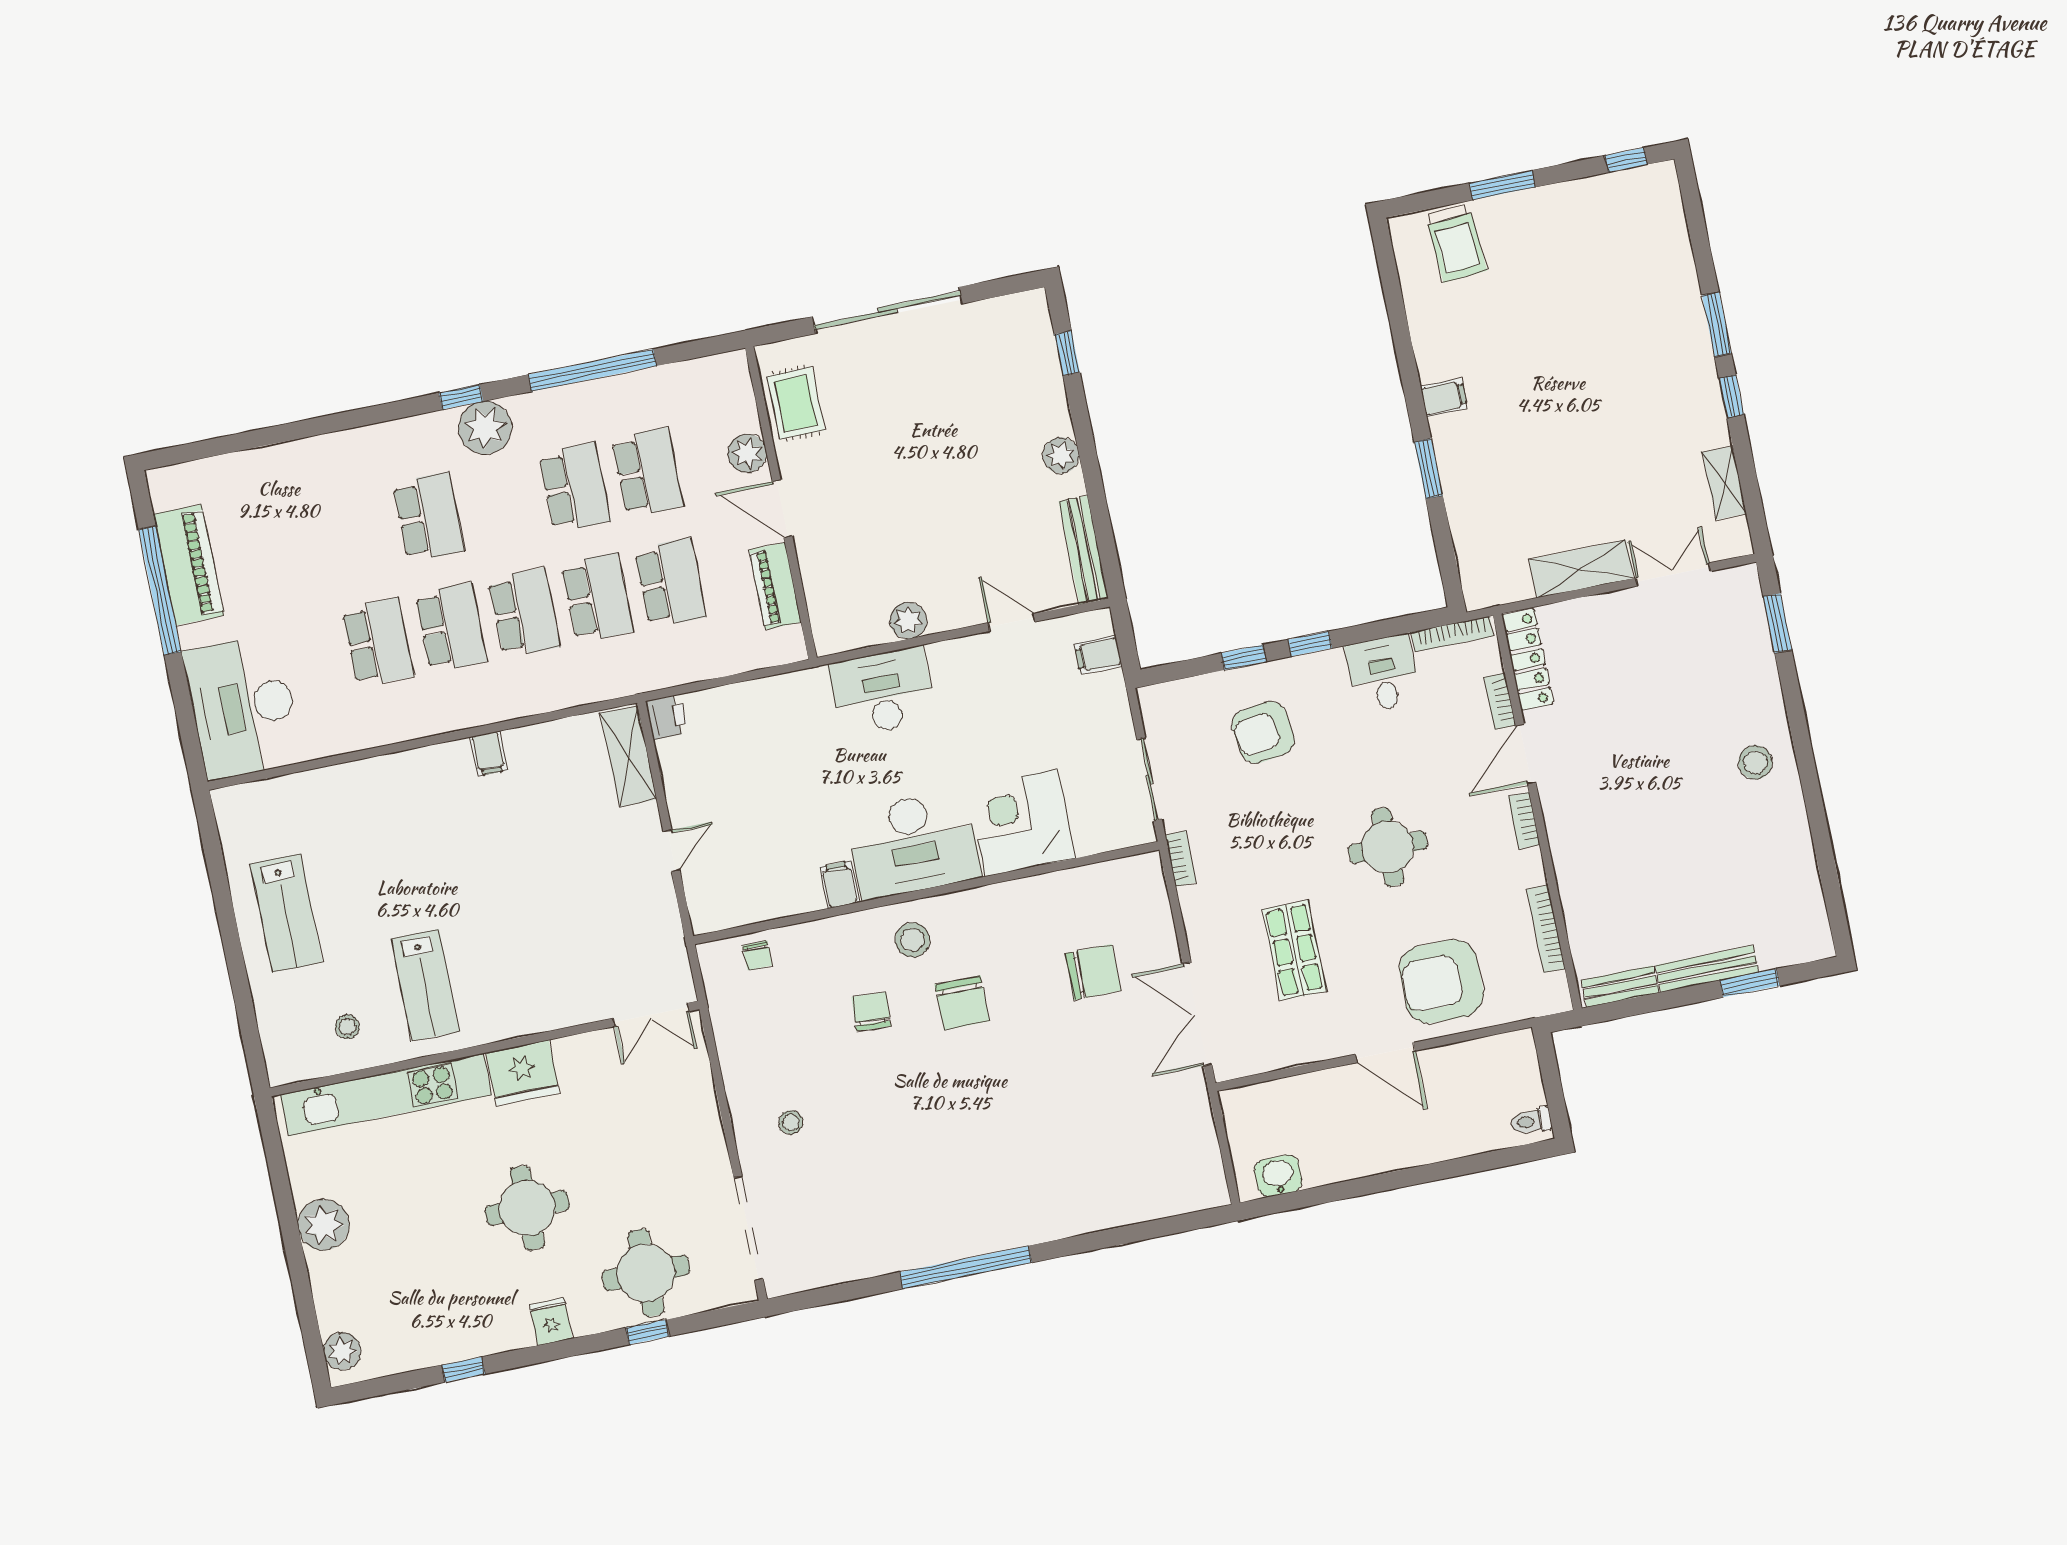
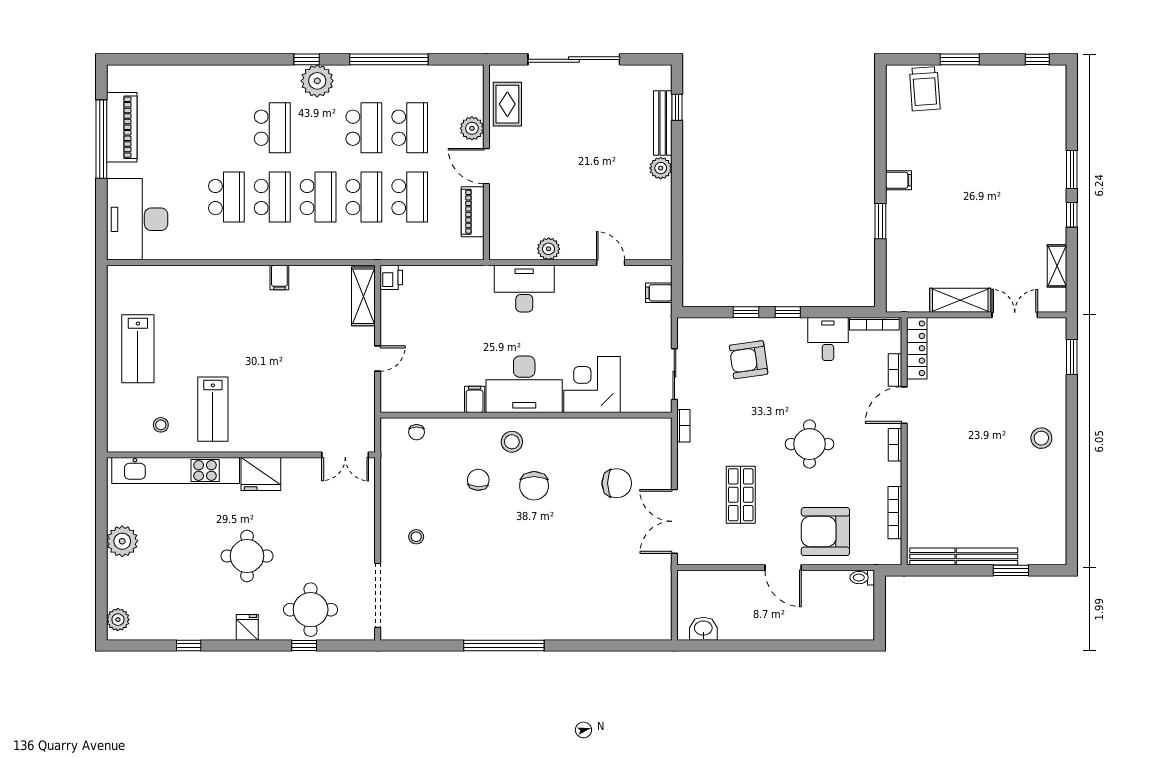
bench: (1084, 550) -> (663, 123), moved
toilet: (1531, 1121) -> (862, 578), moved

